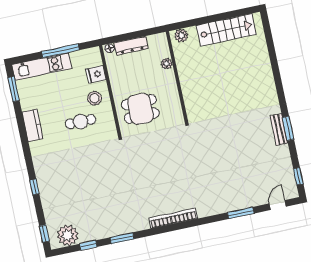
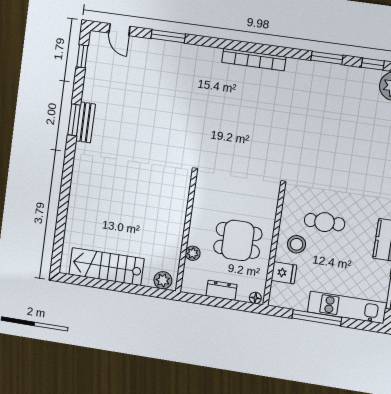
dresser: (131, 46) -> (222, 290), width x0.70
dining table: (140, 109) -> (238, 240), moved
door: (278, 205) -> (119, 30), hinge flipped

